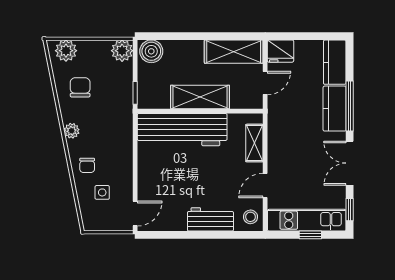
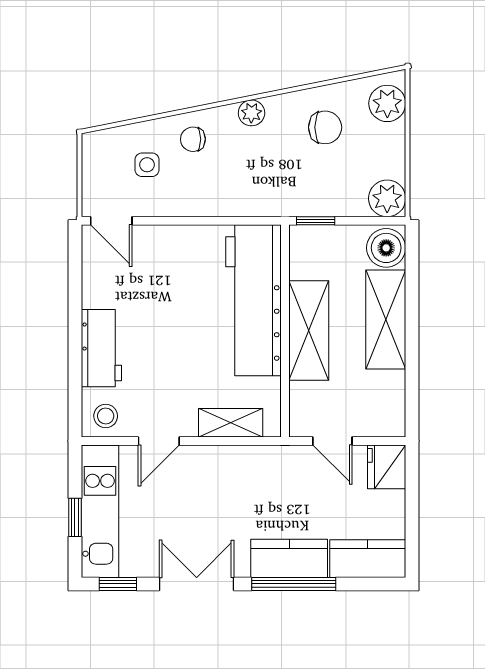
shelving: (234, 52) -> (386, 320), moved
door: (265, 186) -> (159, 441), swing flipped

